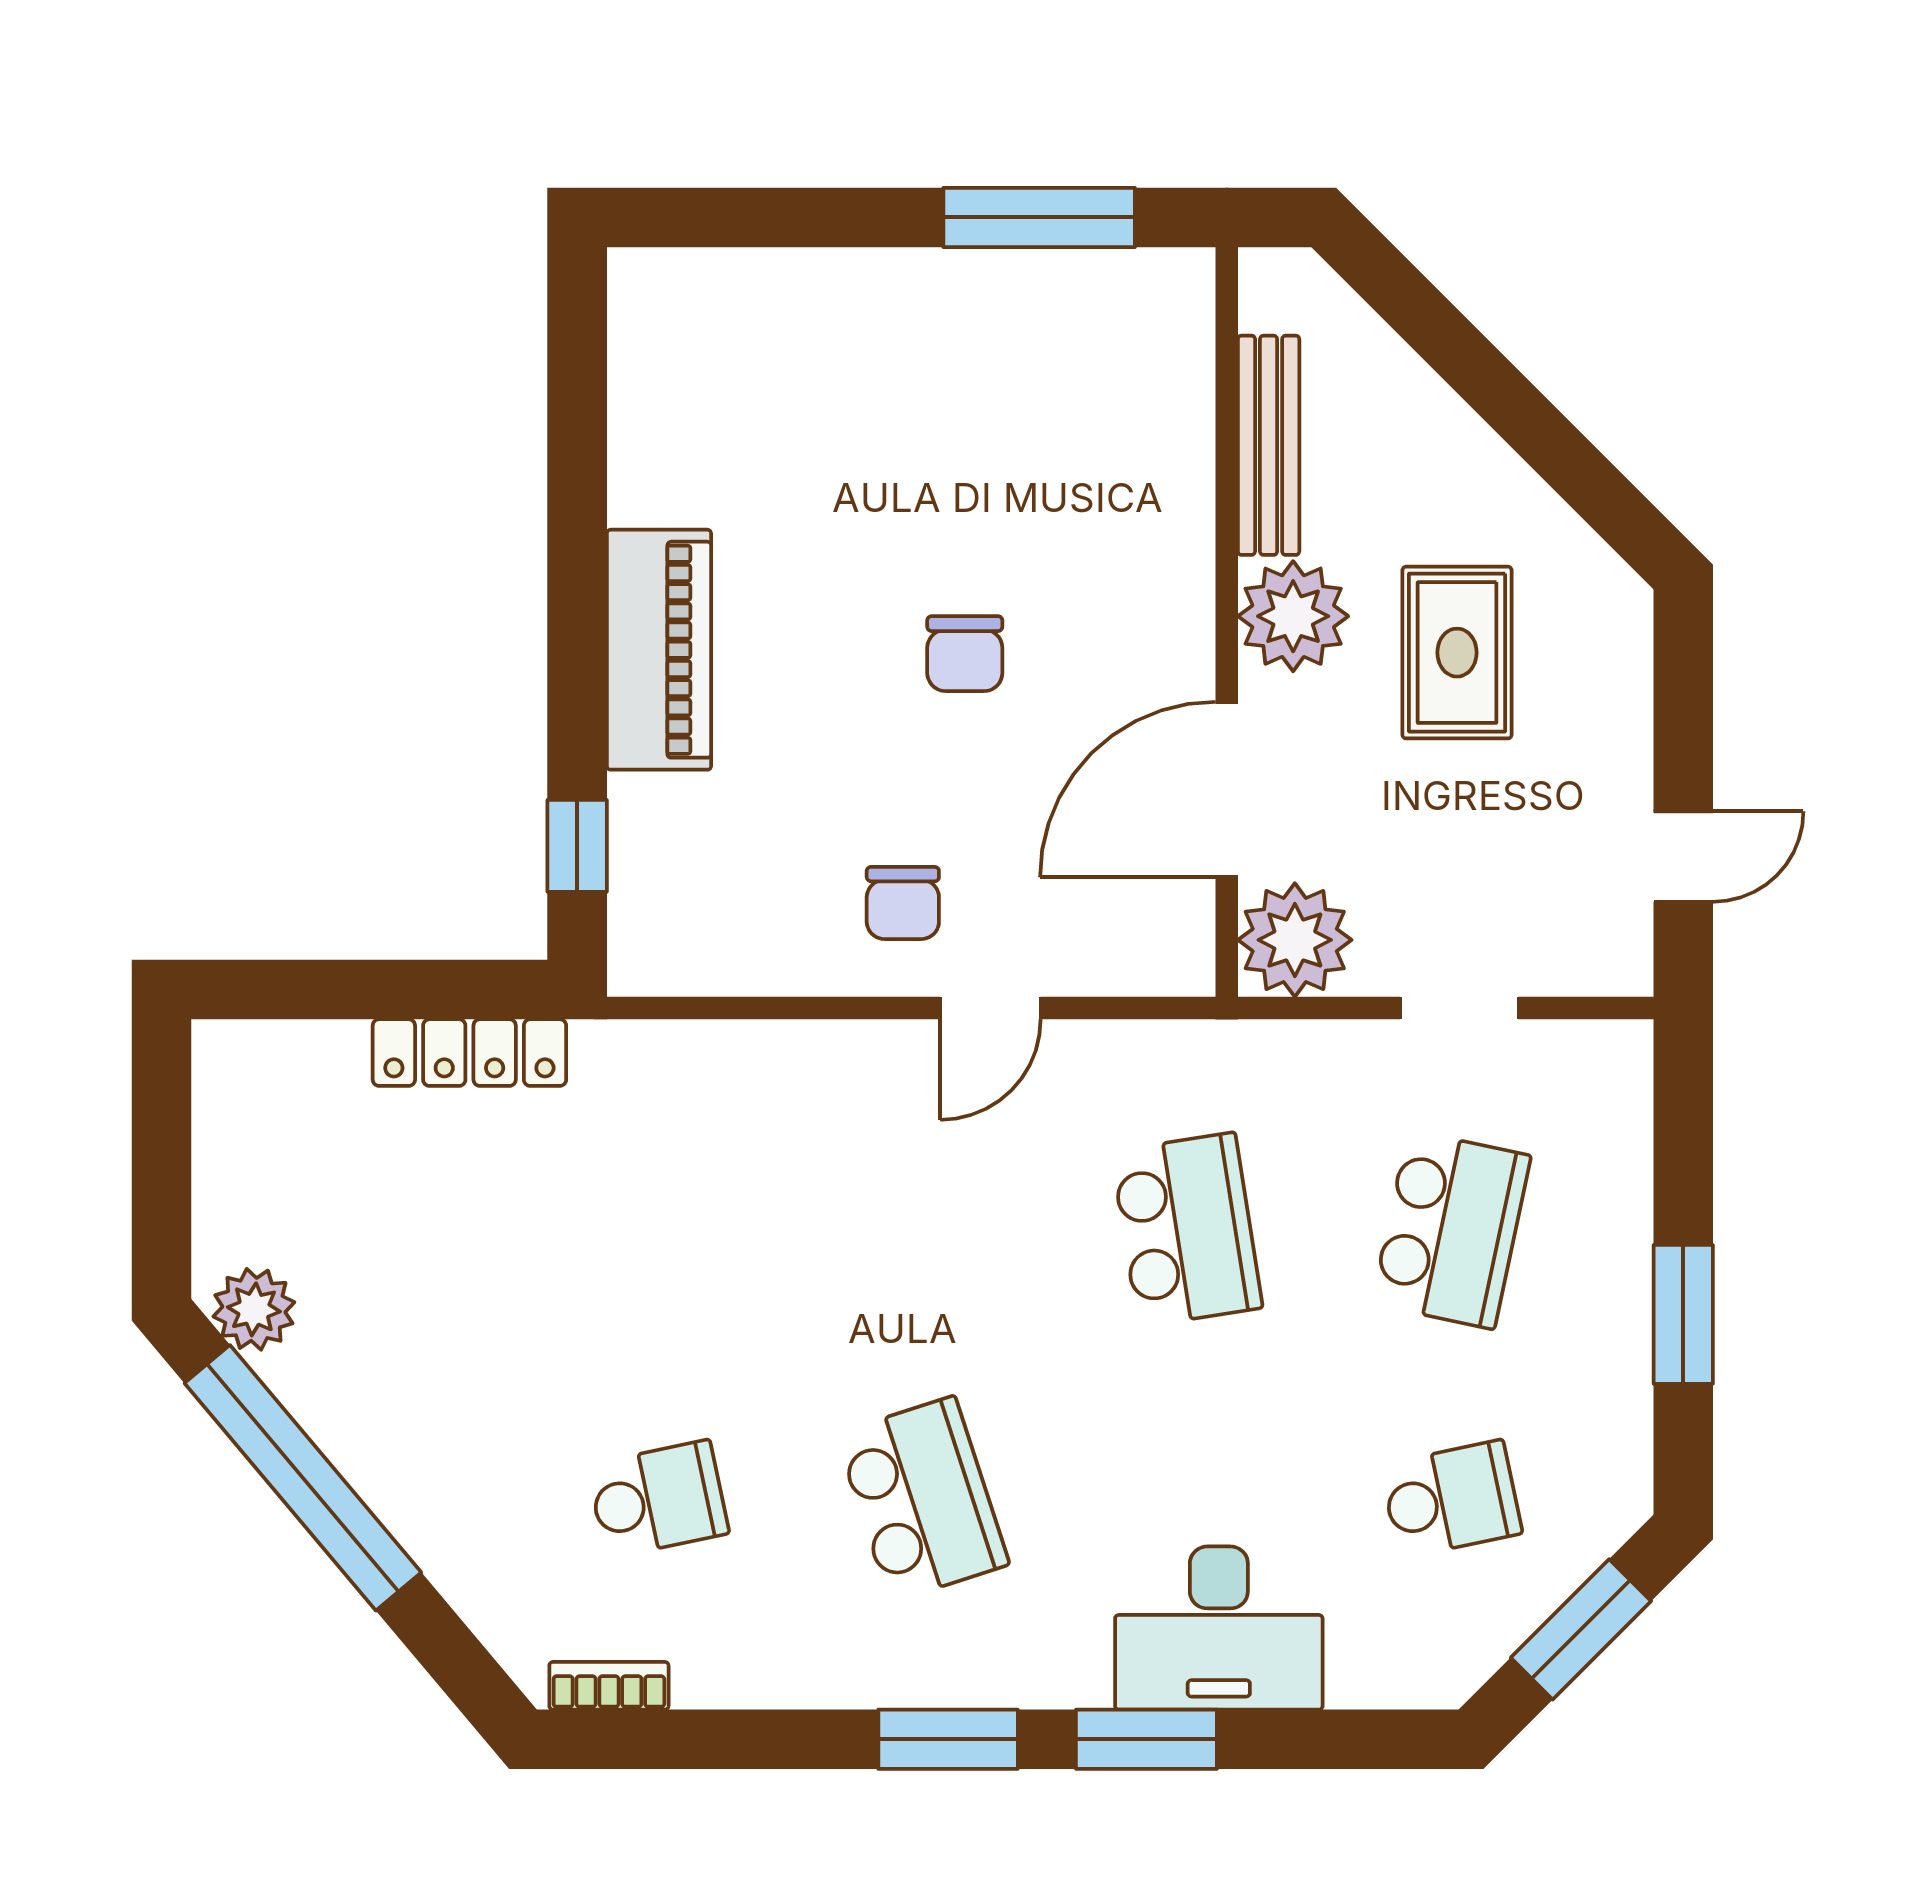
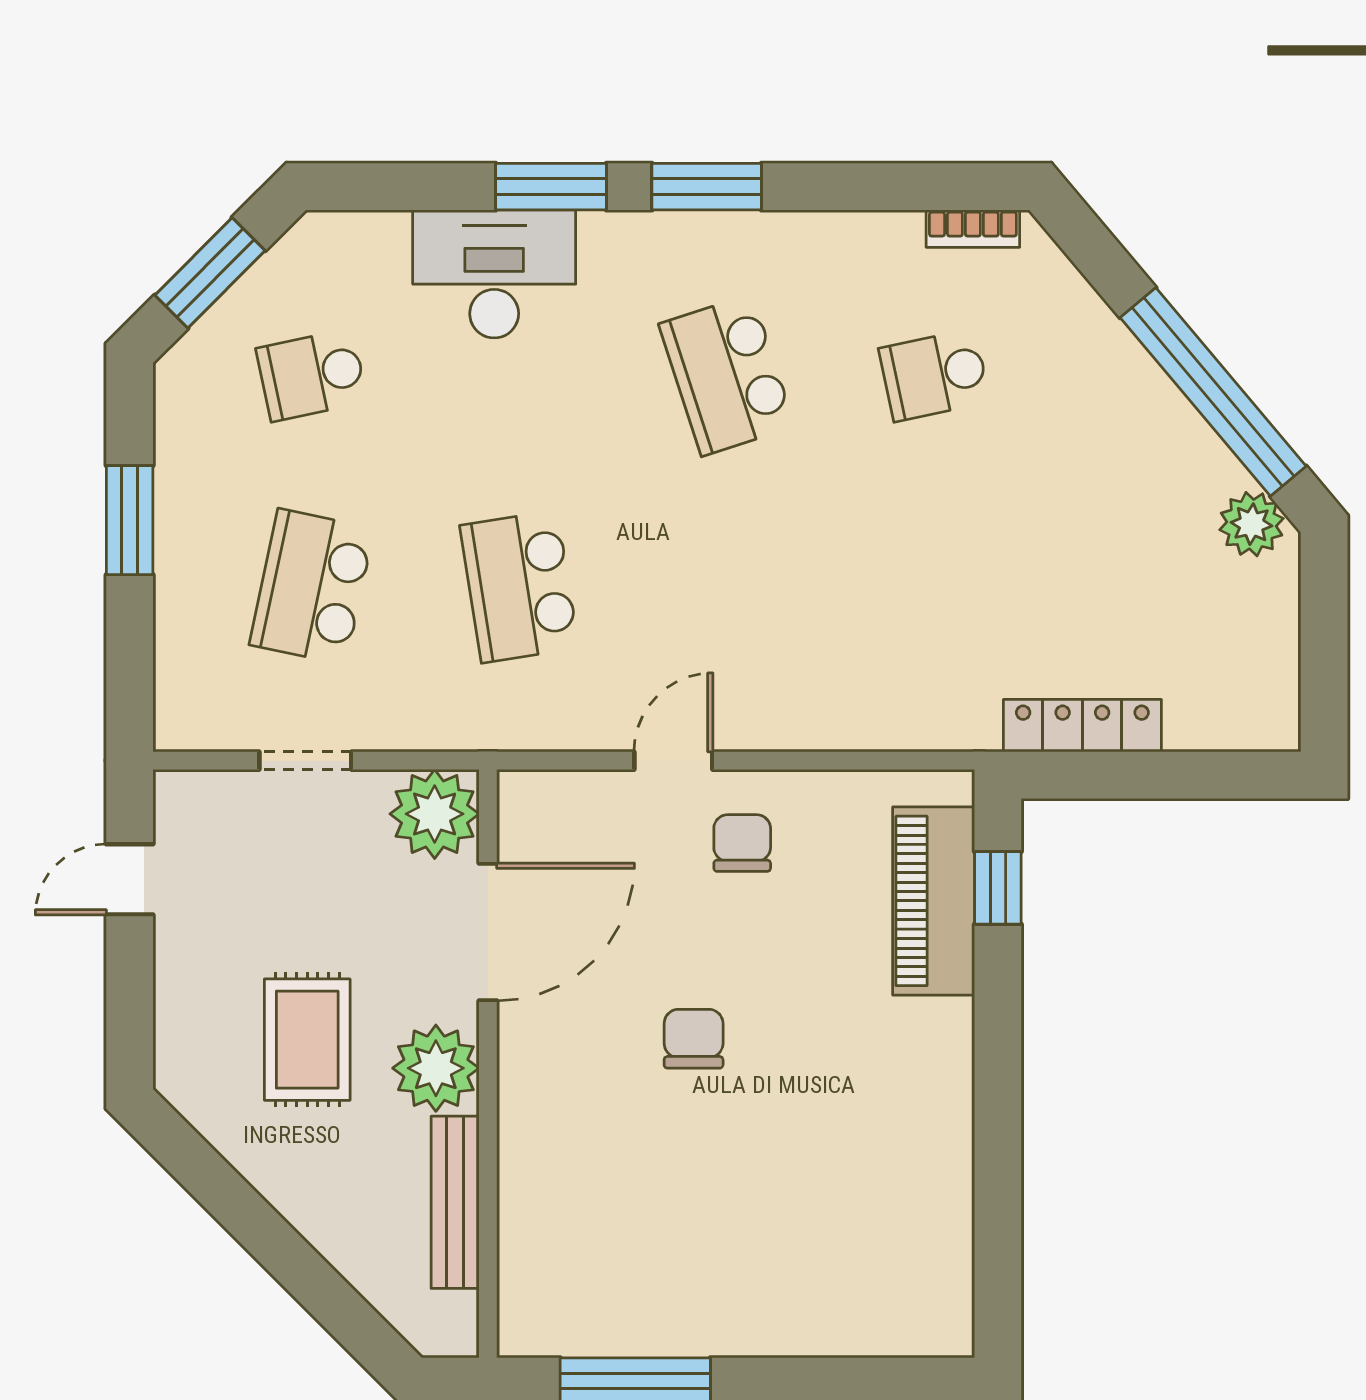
piano: (659, 650) -> (934, 901), moved

